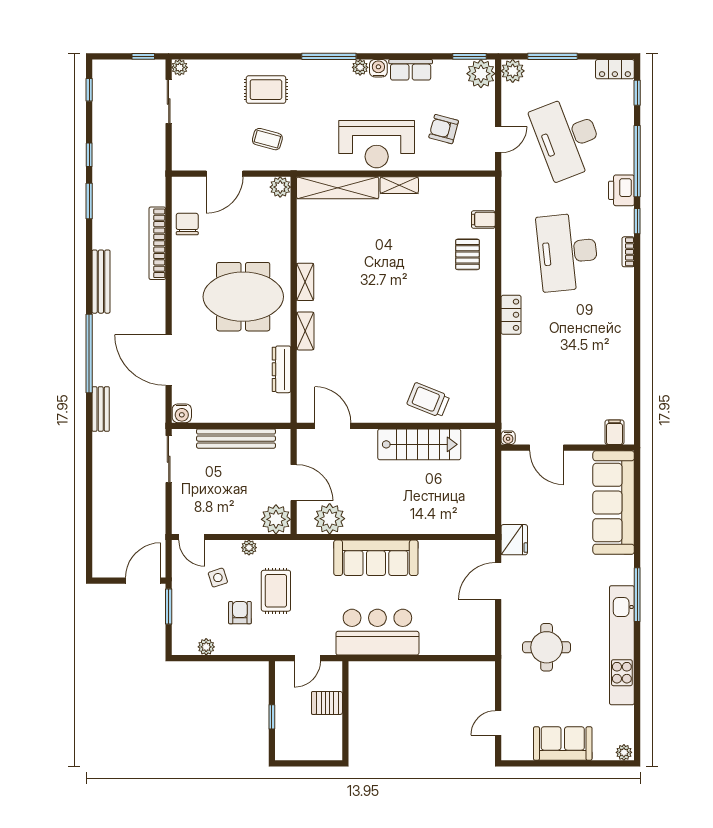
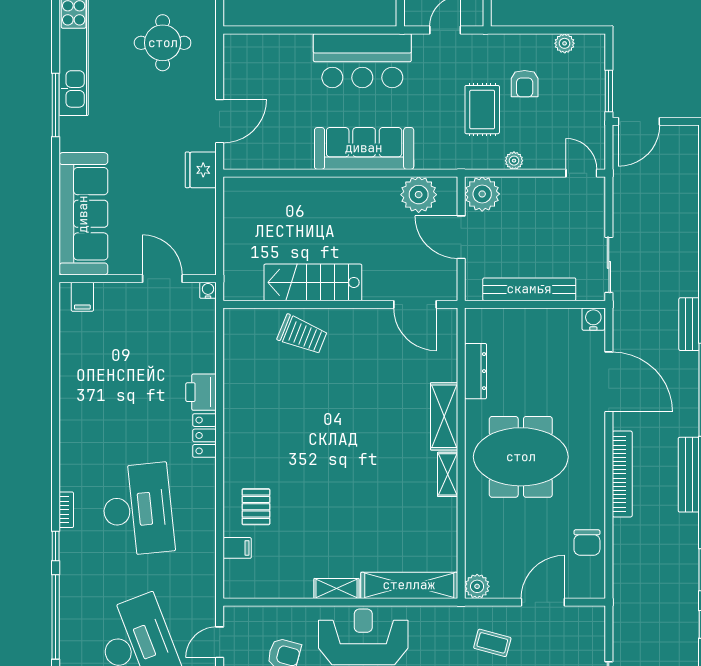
printer: (621, 190) -> (201, 392), moved, turned 180
bookcase: (157, 243) -> (622, 474), moved
shelving: (305, 331) -> (444, 416), width x1.50, depth x1.33
side table: (218, 578) -> (551, 125), removed

